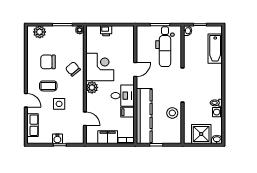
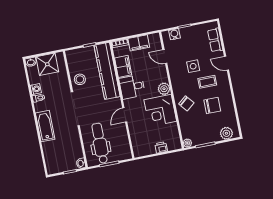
bathtub: (215, 49) -> (45, 126), moved
filing cabinet: (128, 112) -> (123, 66), width x2.00
water cooler: (57, 139) -> (174, 34), moved

